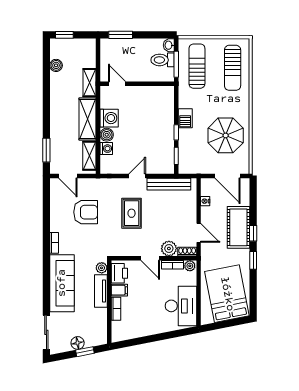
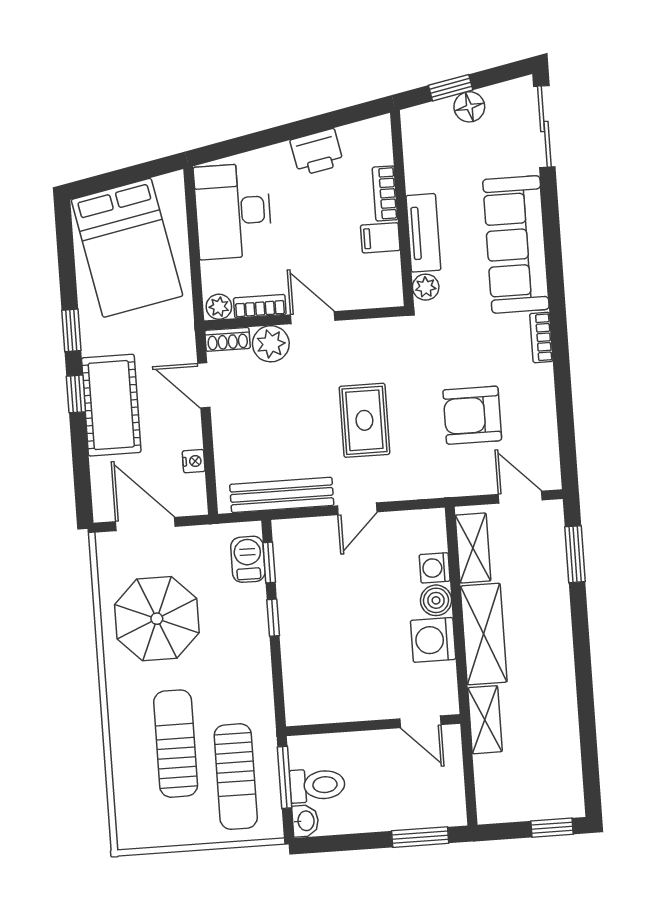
boiler: (56, 65) -> (566, 755), removed
sun lounger: (233, 68) -> (176, 744), moved
barbecue: (185, 118) -> (248, 559), moved
printer: (119, 273) -> (317, 152), moved, turned -101

